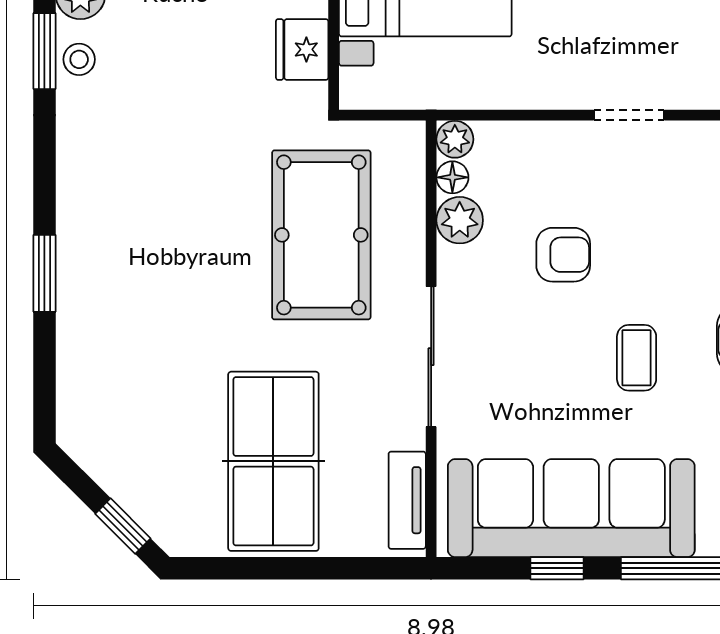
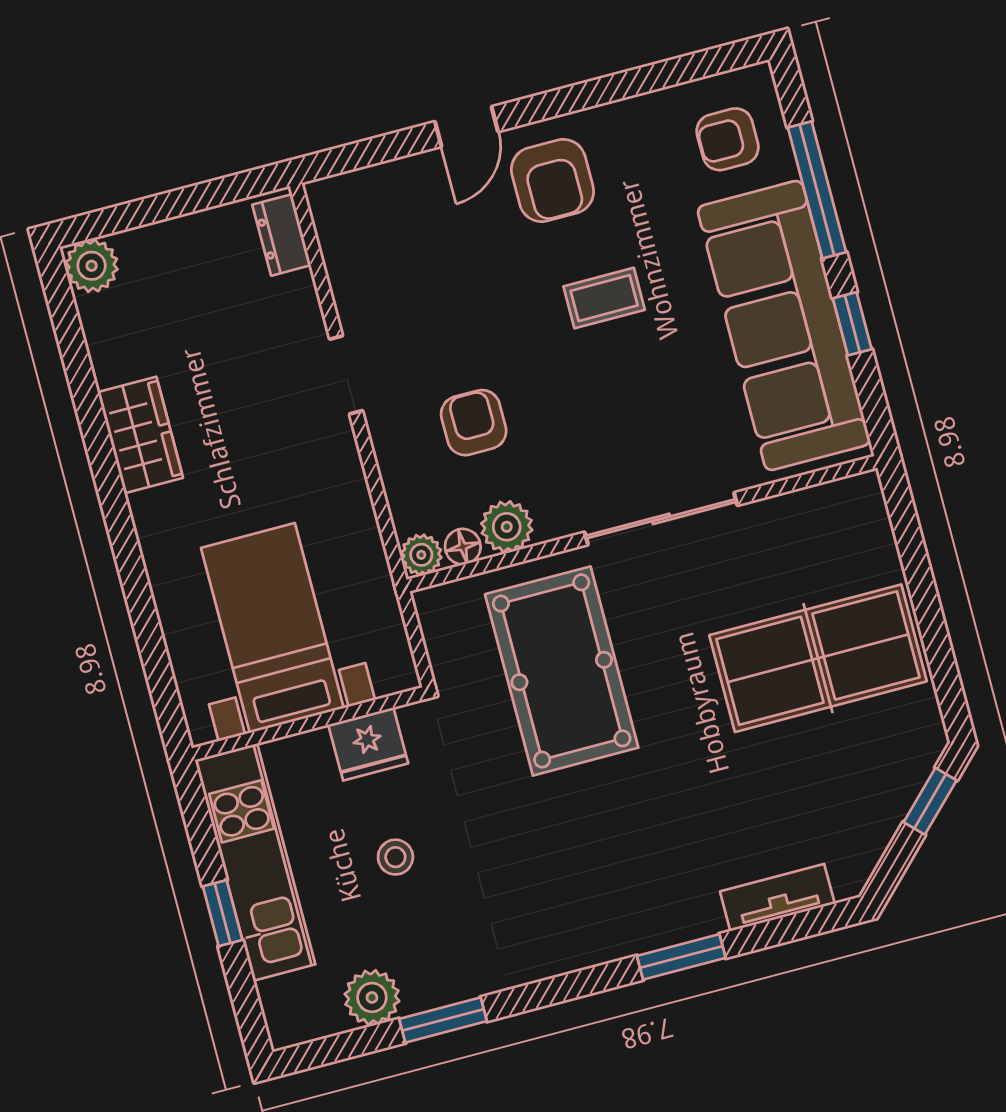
stool: (79, 59) -> (395, 857), moved
pool table: (321, 235) -> (562, 671), turned 90
armchair: (563, 255) -> (474, 423), moved
tv unit: (407, 500) -> (777, 898), moved, turned 180

